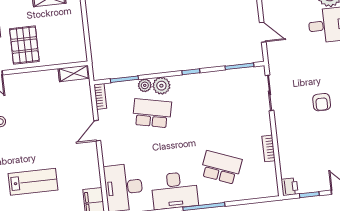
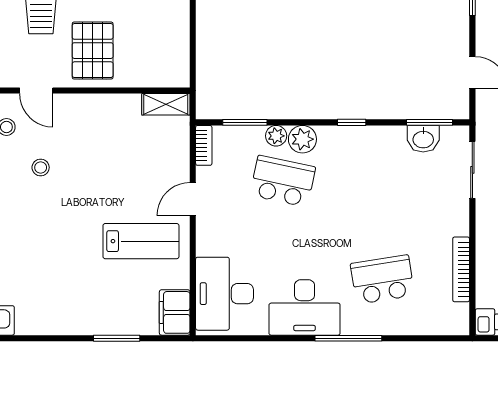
washbasin: (237, 77) -> (423, 139), added
bookcase: (269, 148) -> (461, 269), width x1.56
school desk: (221, 167) -> (382, 279), turned -30
lab bench: (33, 182) -> (141, 241), moved

